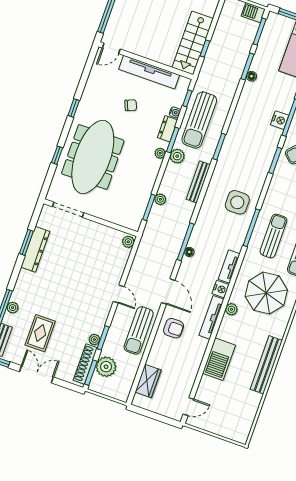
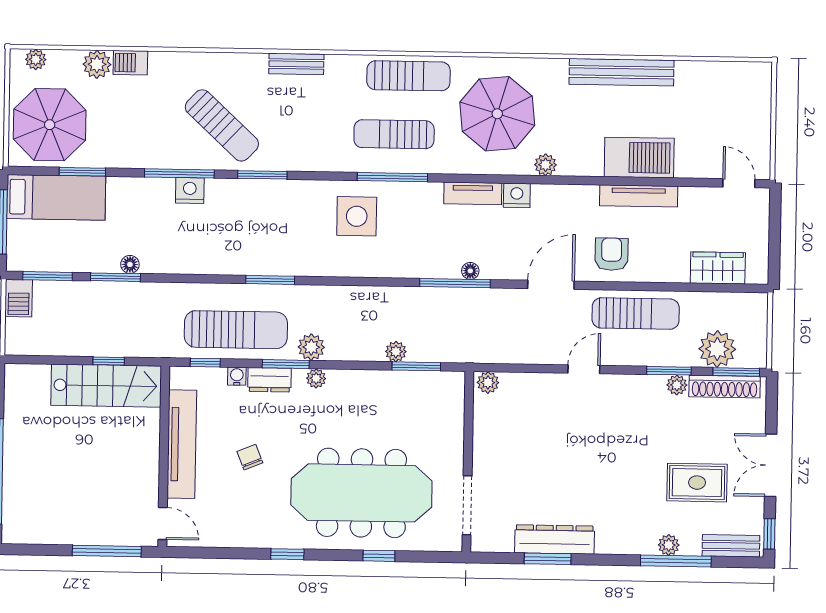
bench: (198, 182) -> (344, 296), removed
tv unit: (211, 317) -> (639, 196), moved

